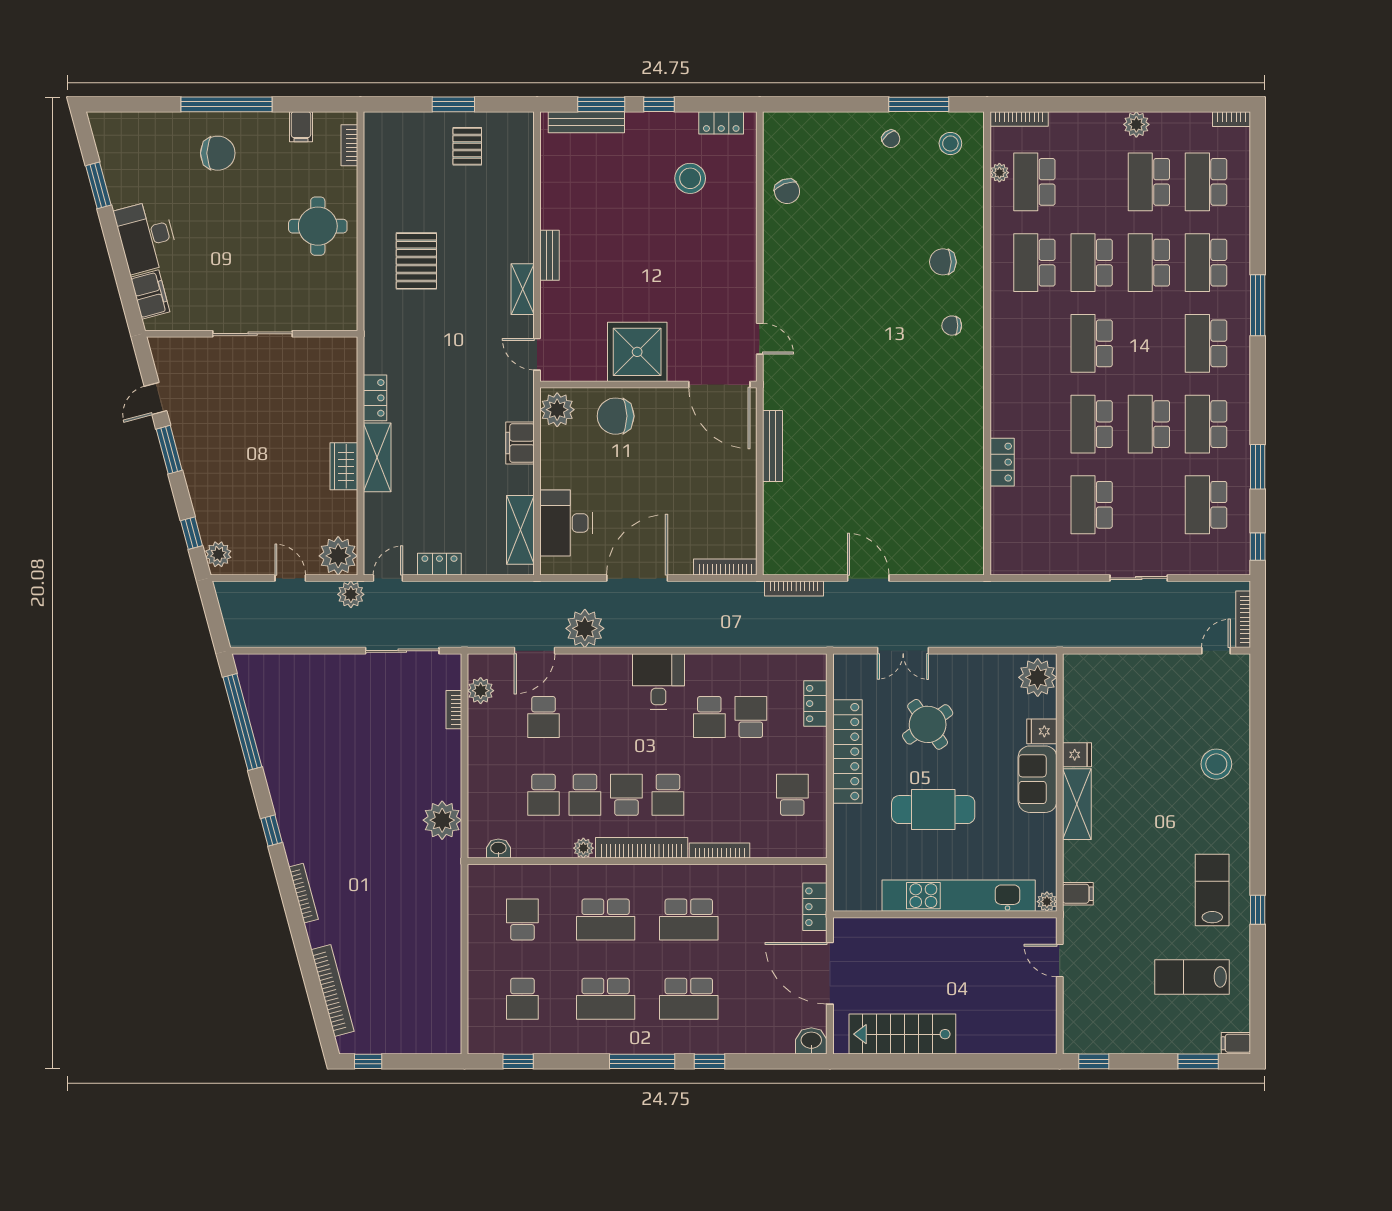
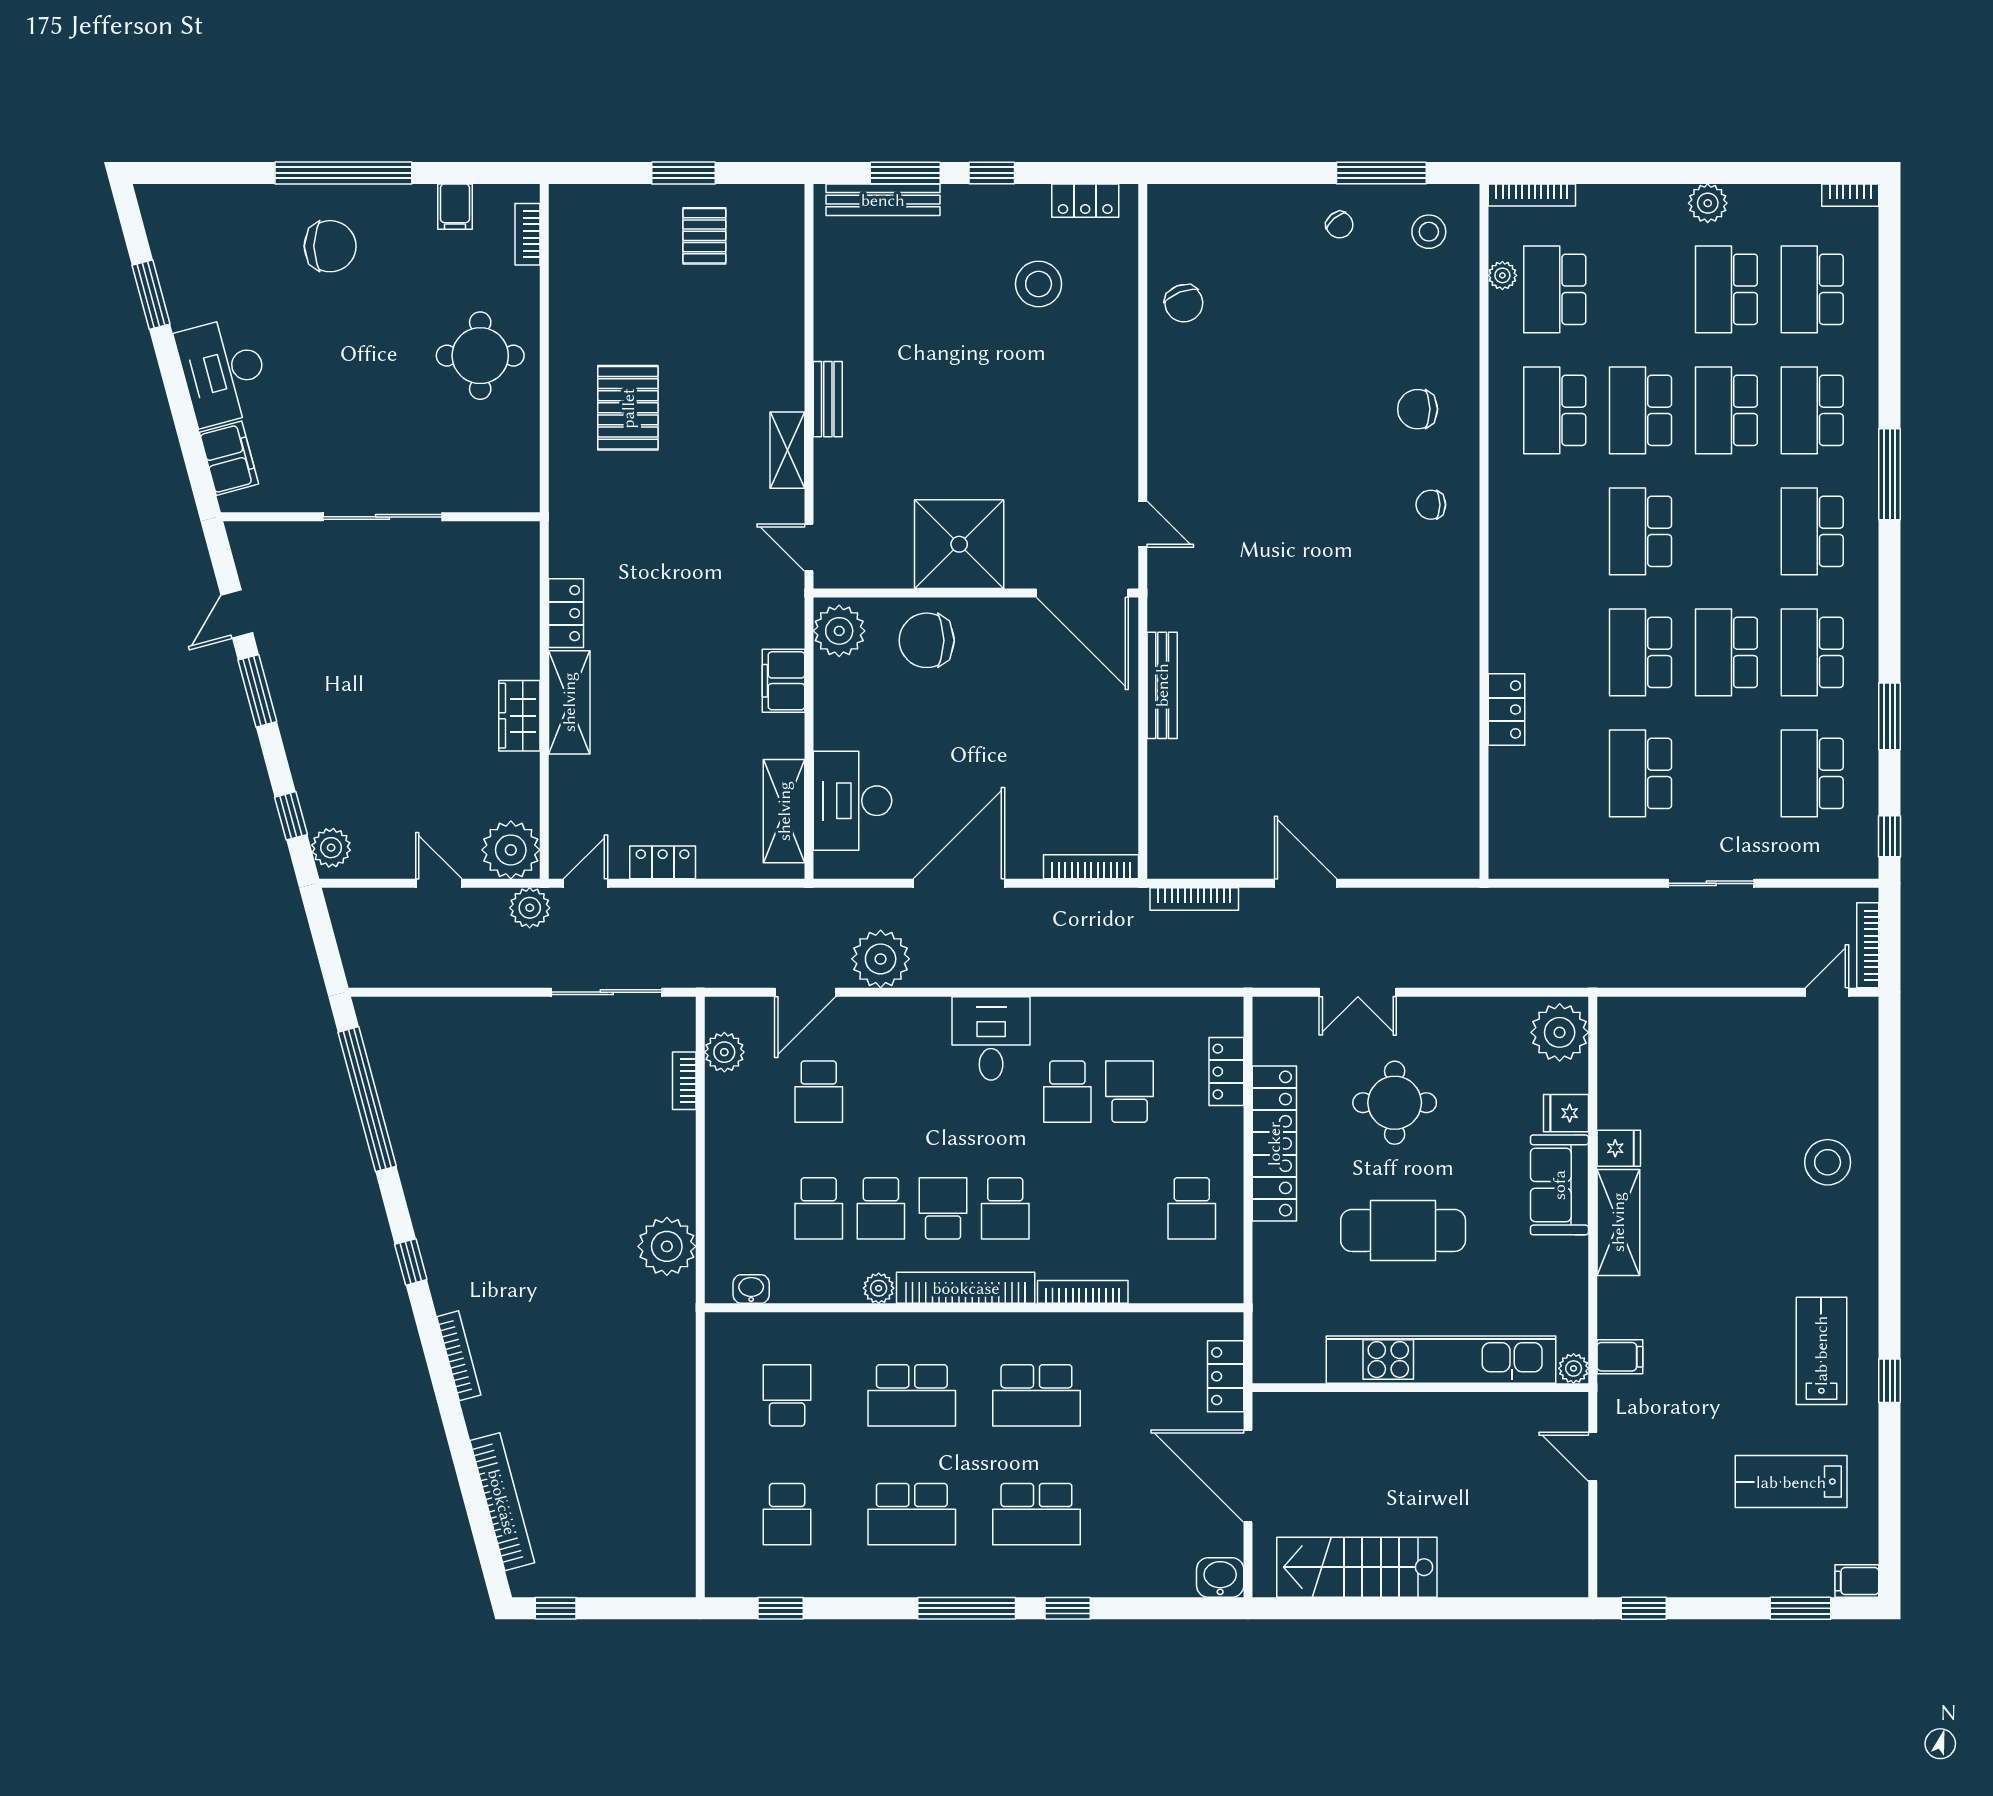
round table: (928, 724) -> (1395, 1103), turned 35
school desk: (792, 795) -> (1192, 1208), turned 180

